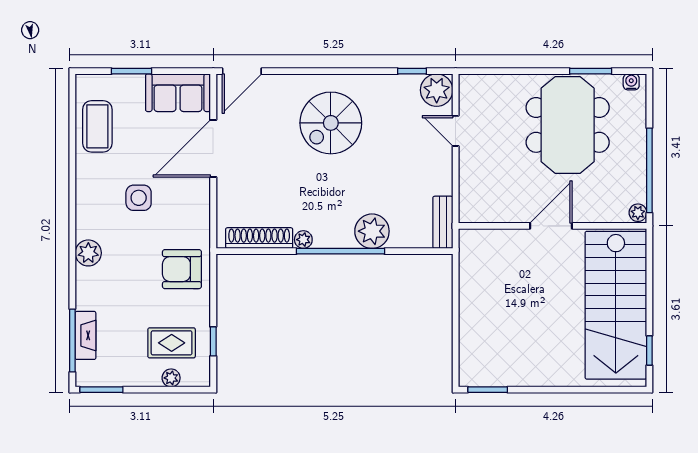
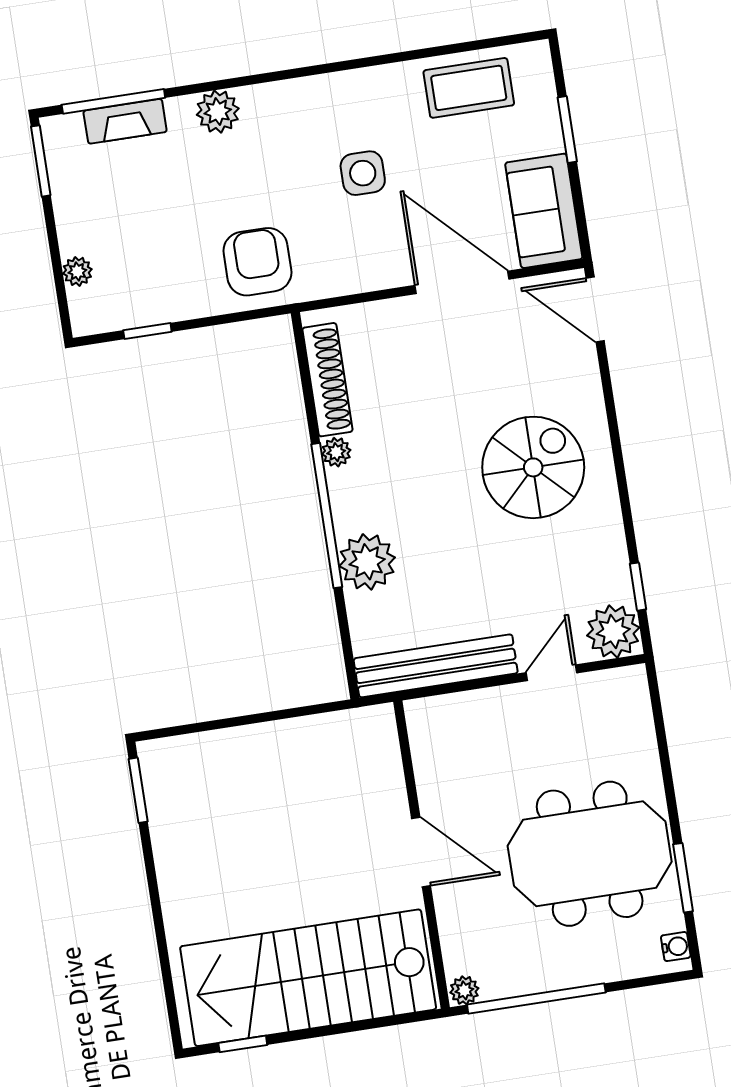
spiral stairs: (331, 123) -> (533, 467), turned 90
bench: (443, 222) -> (436, 666), width x1.86, depth x1.21
plant: (88, 253) -> (218, 112), moved
rug: (172, 343) -> (135, 263), removed

